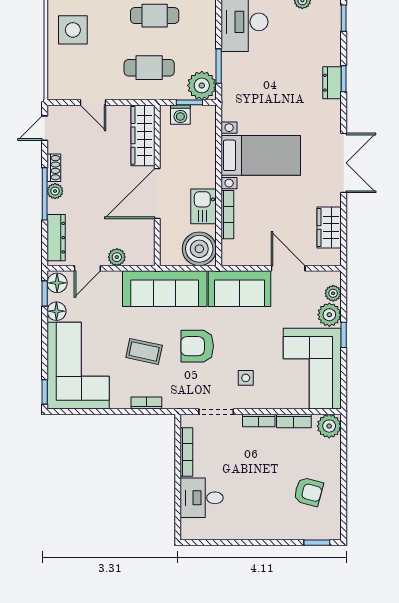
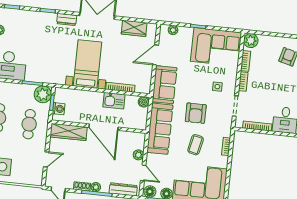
dresser: (332, 83) -> (67, 19), moved
boiler: (199, 249) -> (144, 102), width x0.54, depth x0.54
plant: (329, 315) -> (185, 34), removed

